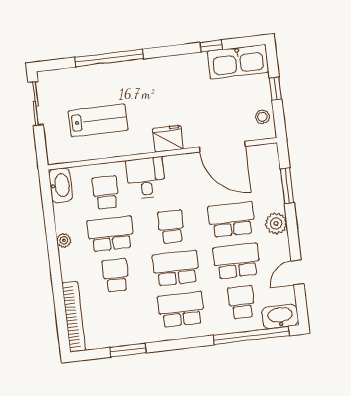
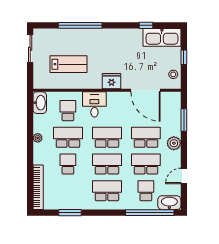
school desk: (171, 227) -> (107, 137), width x1.85

